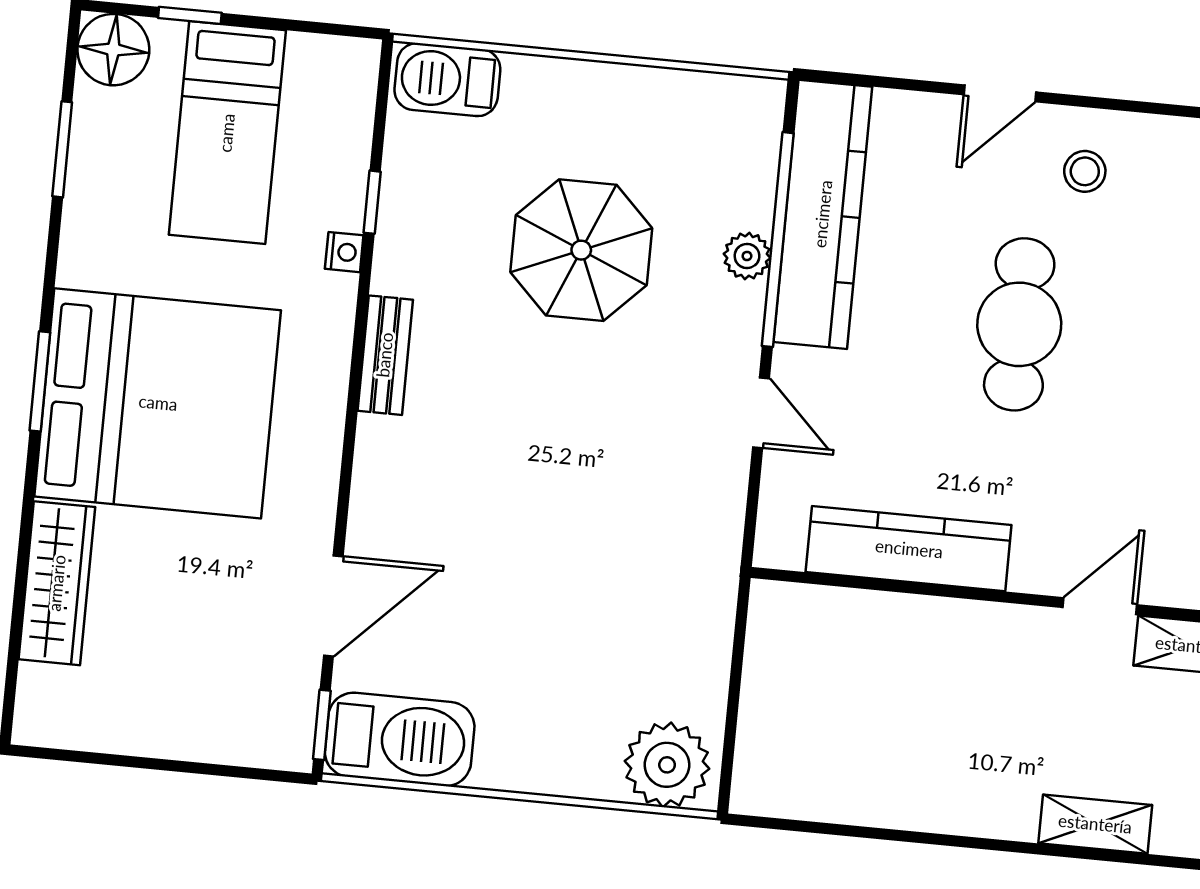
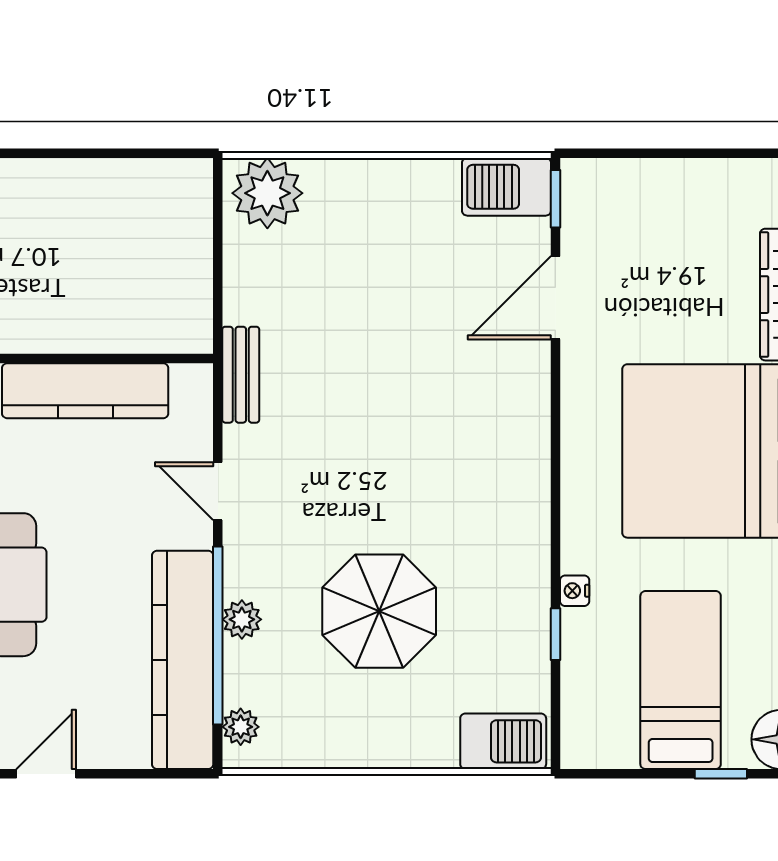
plant: (761, 127) -> (241, 727), added
bench: (385, 355) -> (241, 375), moved
barbecue: (400, 739) -> (507, 187), width x0.73, depth x0.83

